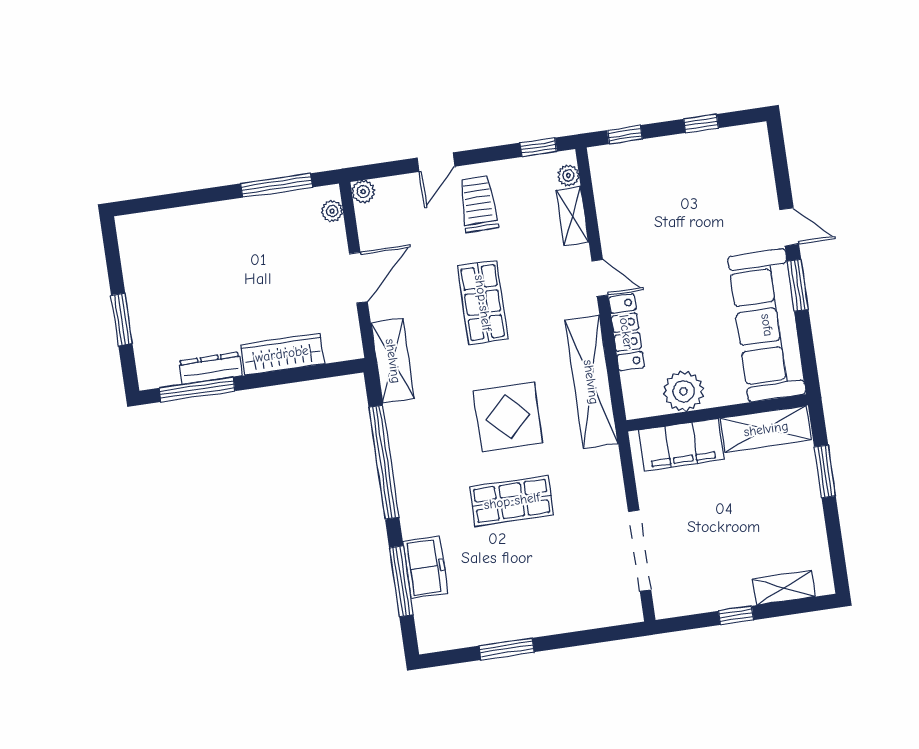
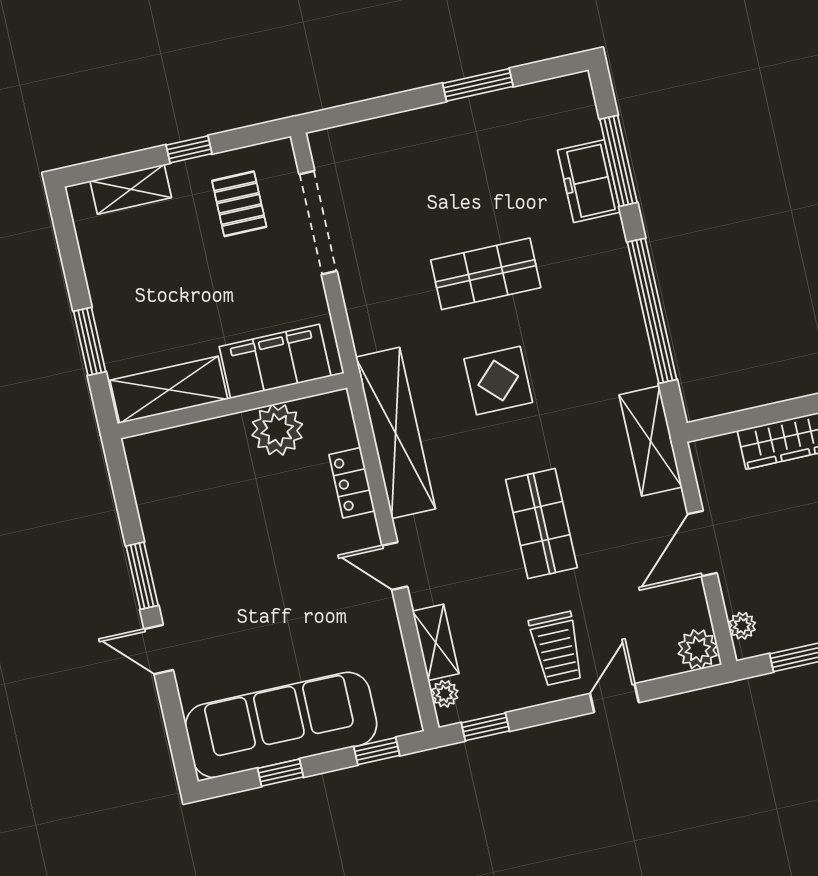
plant: (363, 192) -> (698, 649), width x1.38, depth x1.38
sofa: (767, 325) -> (281, 725), moved, turned -90
locker: (626, 332) -> (352, 483), width x0.66
display table: (508, 417) -> (498, 381), width x0.73, depth x0.73
pallet: (700, 570) -> (239, 204), added

